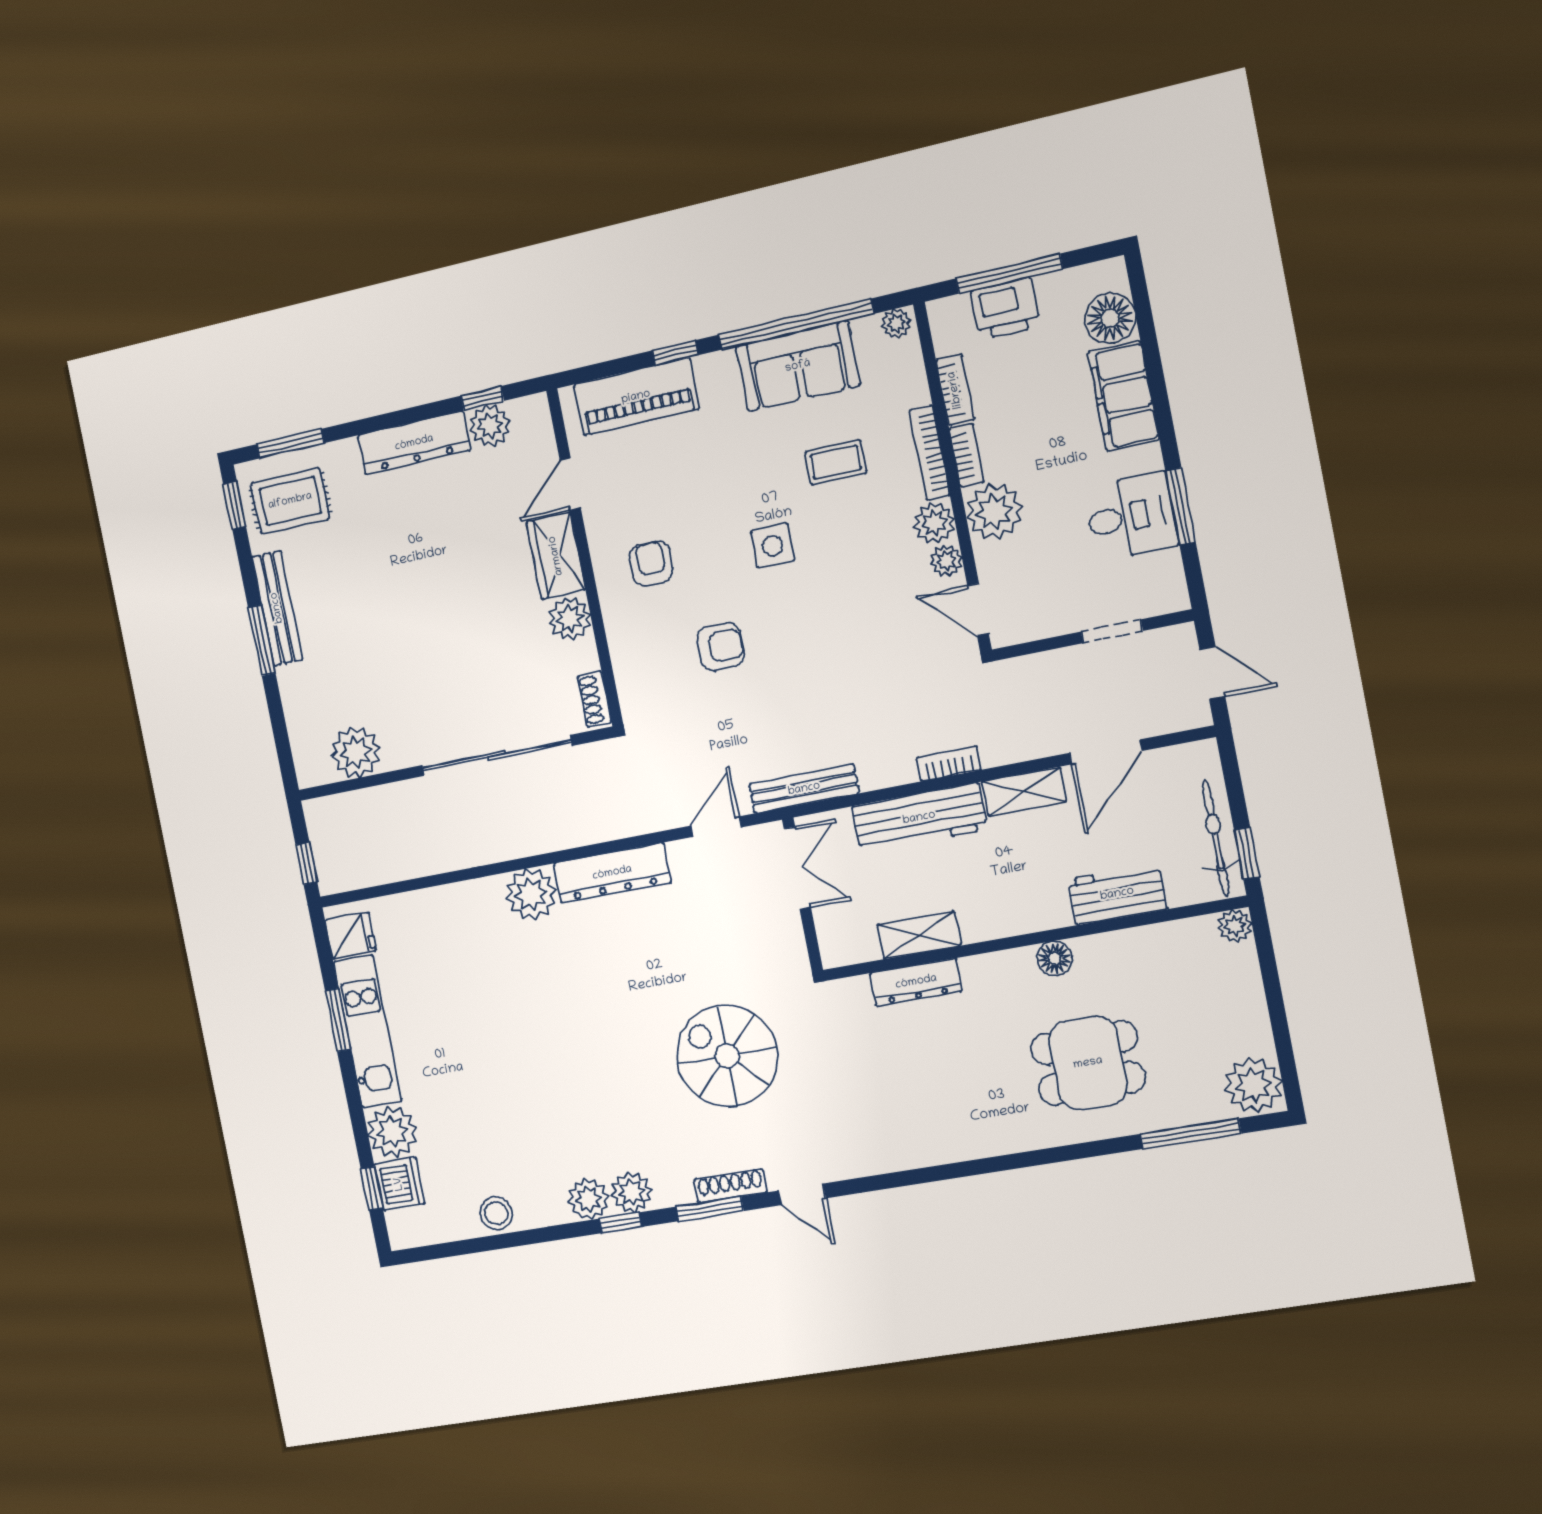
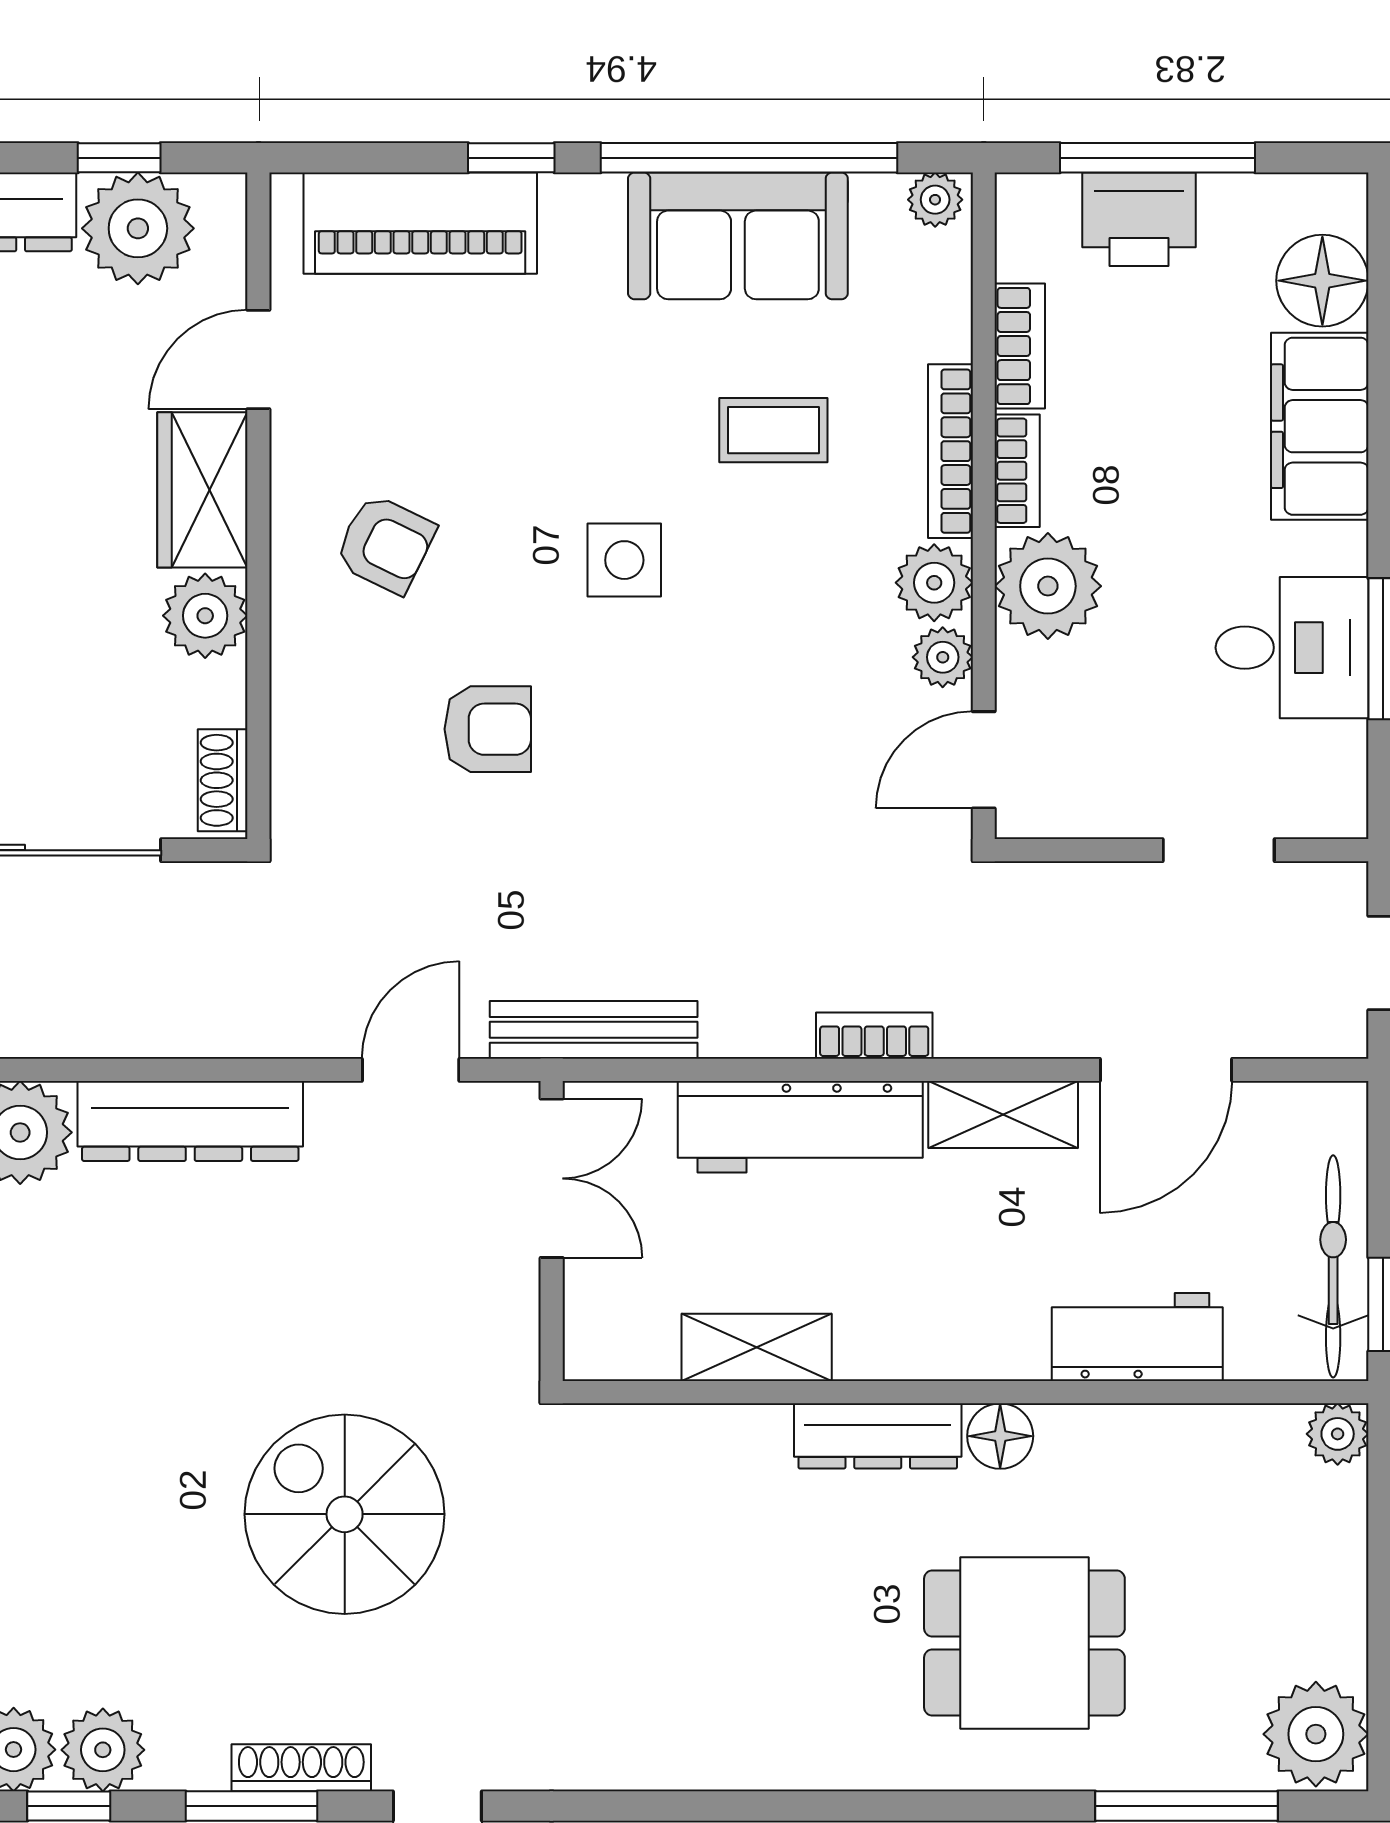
plant: (490, 426) -> (138, 228), width x1.36, depth x1.36
armchair: (651, 563) -> (385, 544), turned 116
door: (978, 610) -> (984, 760), hinge flipped
dresser: (916, 982) -> (878, 1436), moved

